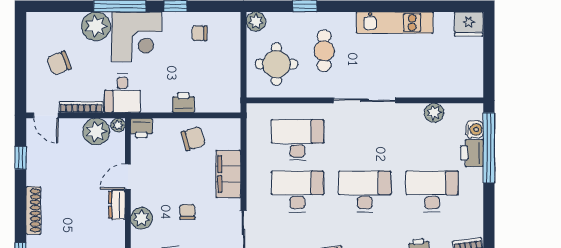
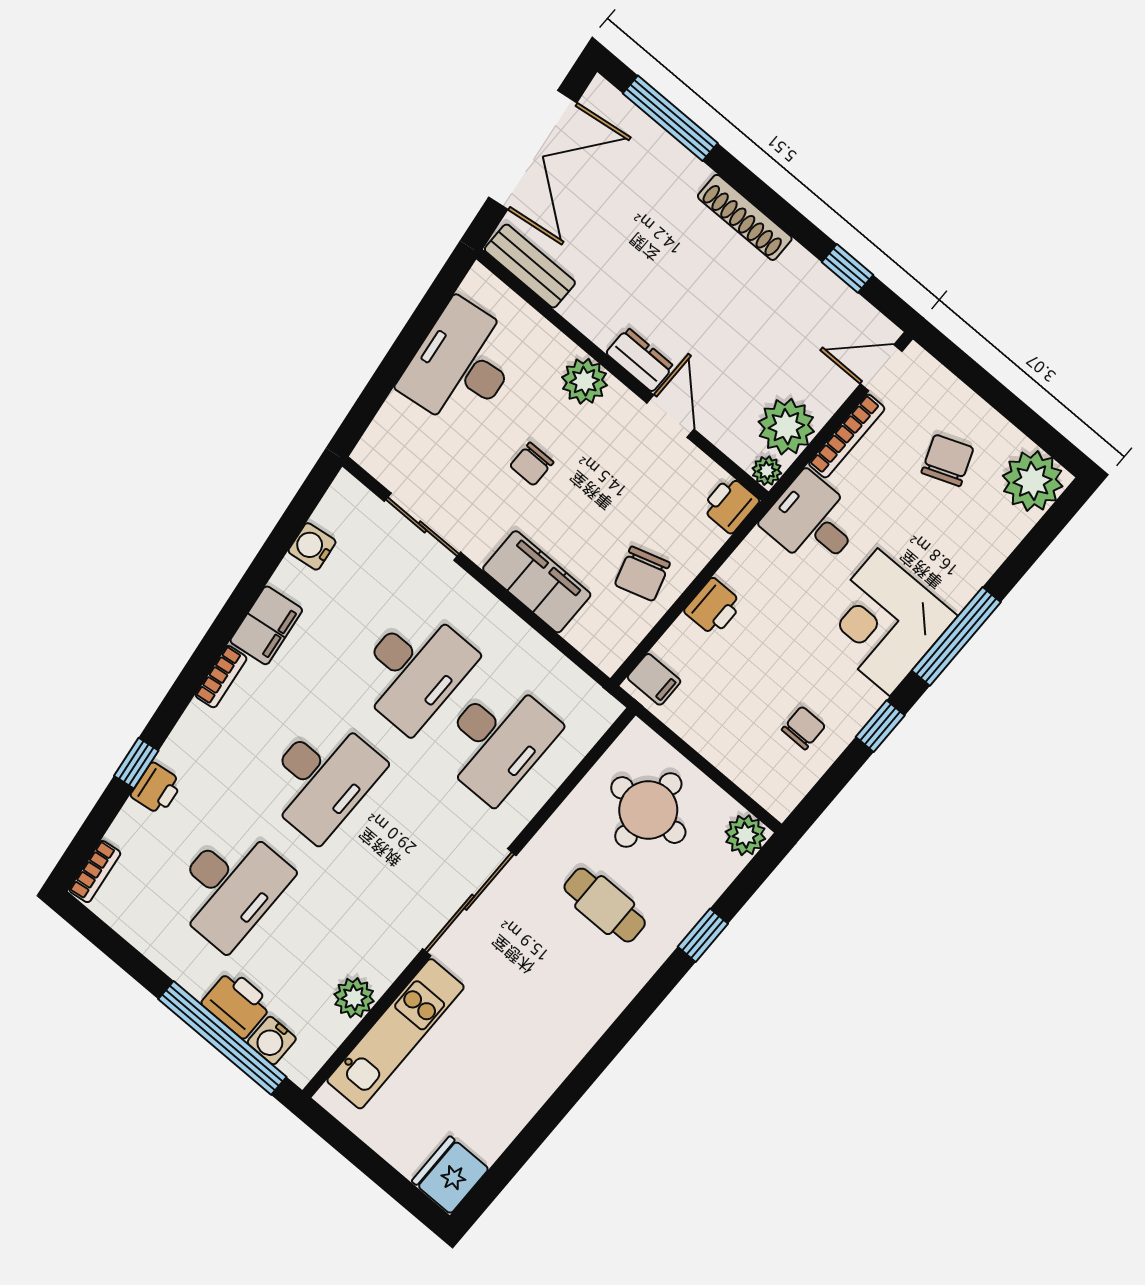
kitchen unit: (395, 23) -> (396, 1034), moved, turned 180
plant: (96, 26) -> (1033, 481), moved
filing cabinet: (228, 102) -> (654, 679), added
chair: (187, 212) -> (532, 464), turned 90

